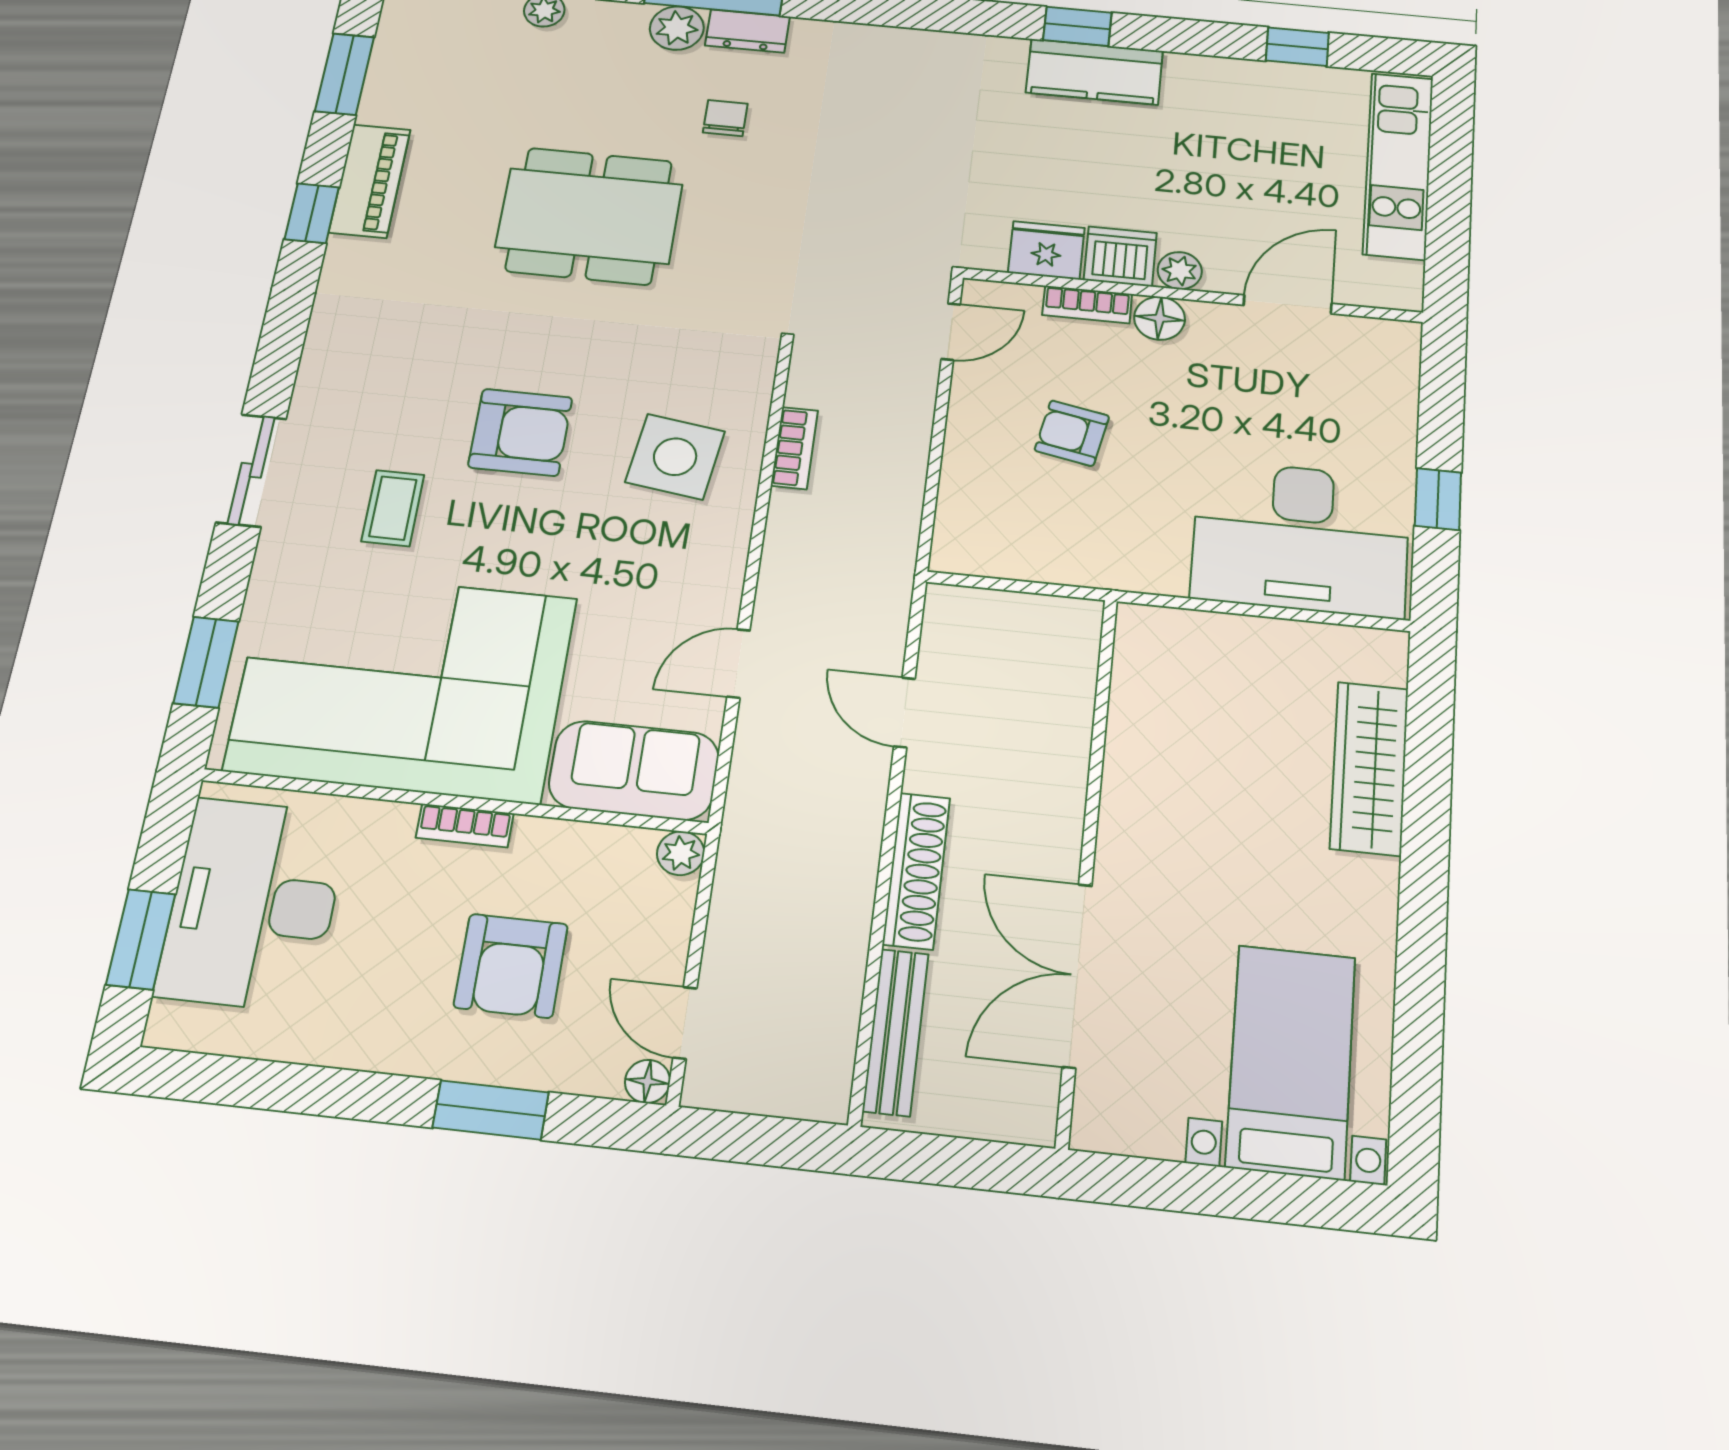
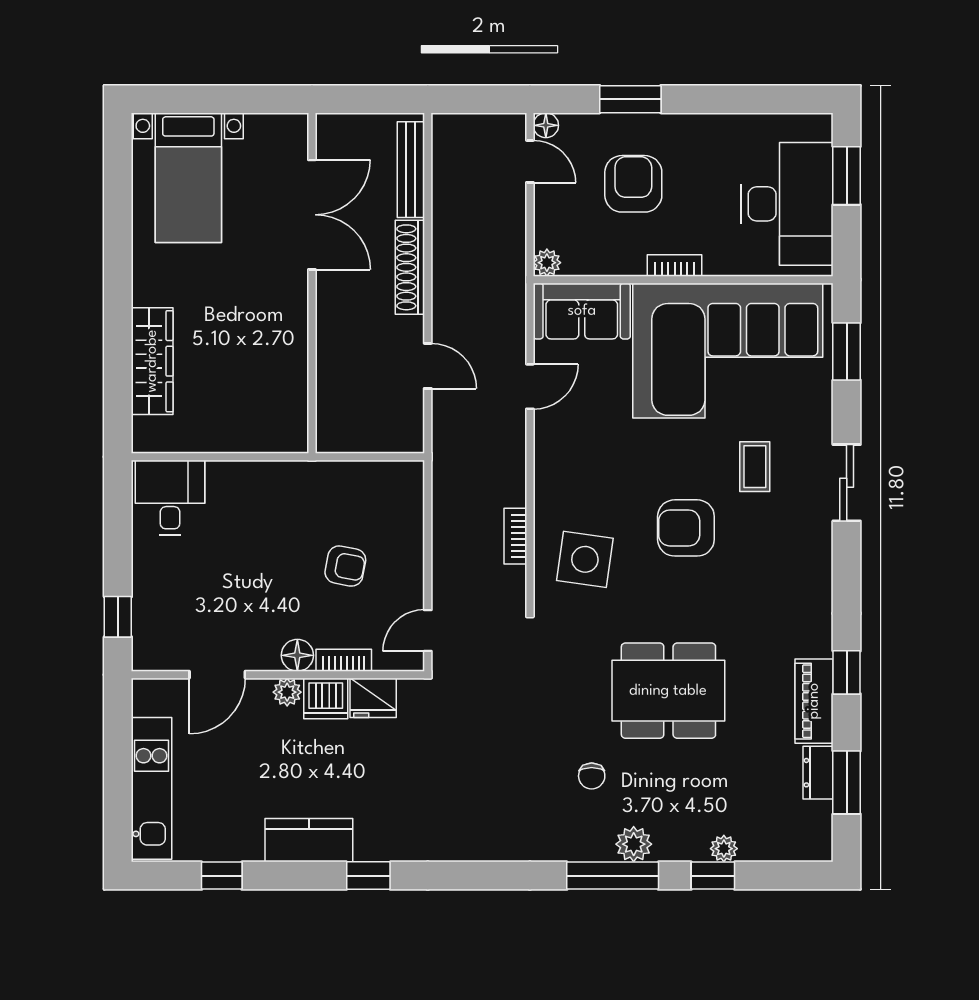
dresser: (747, 31) -> (818, 773), moved, turned -90
kitchen counter: (1094, 72) -> (309, 840), moved
side table: (675, 457) -> (585, 559), moved
window: (1438, 499) -> (118, 617), moved
desk: (1301, 538) -> (170, 498), width x0.53, depth x0.77

